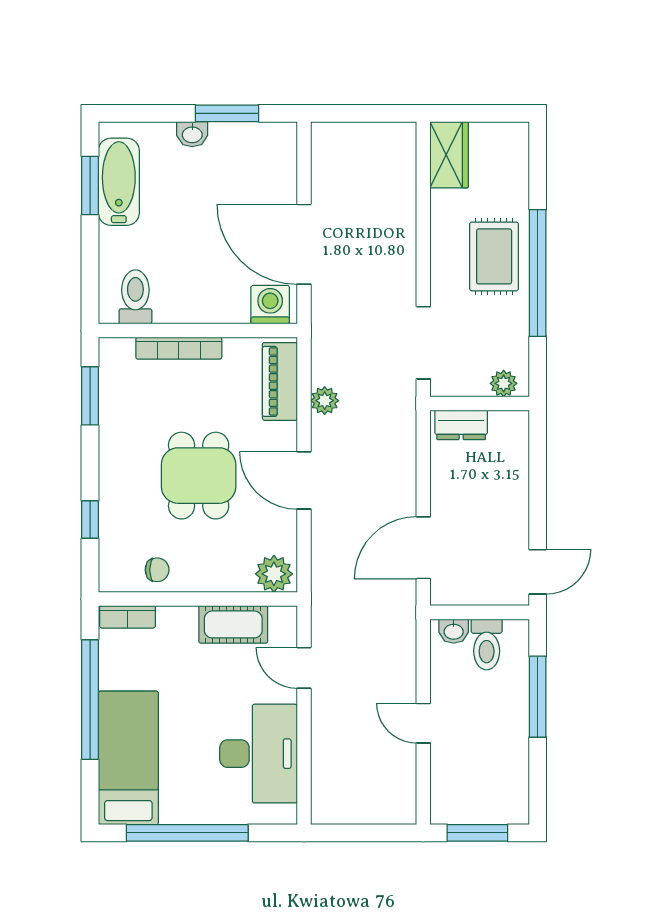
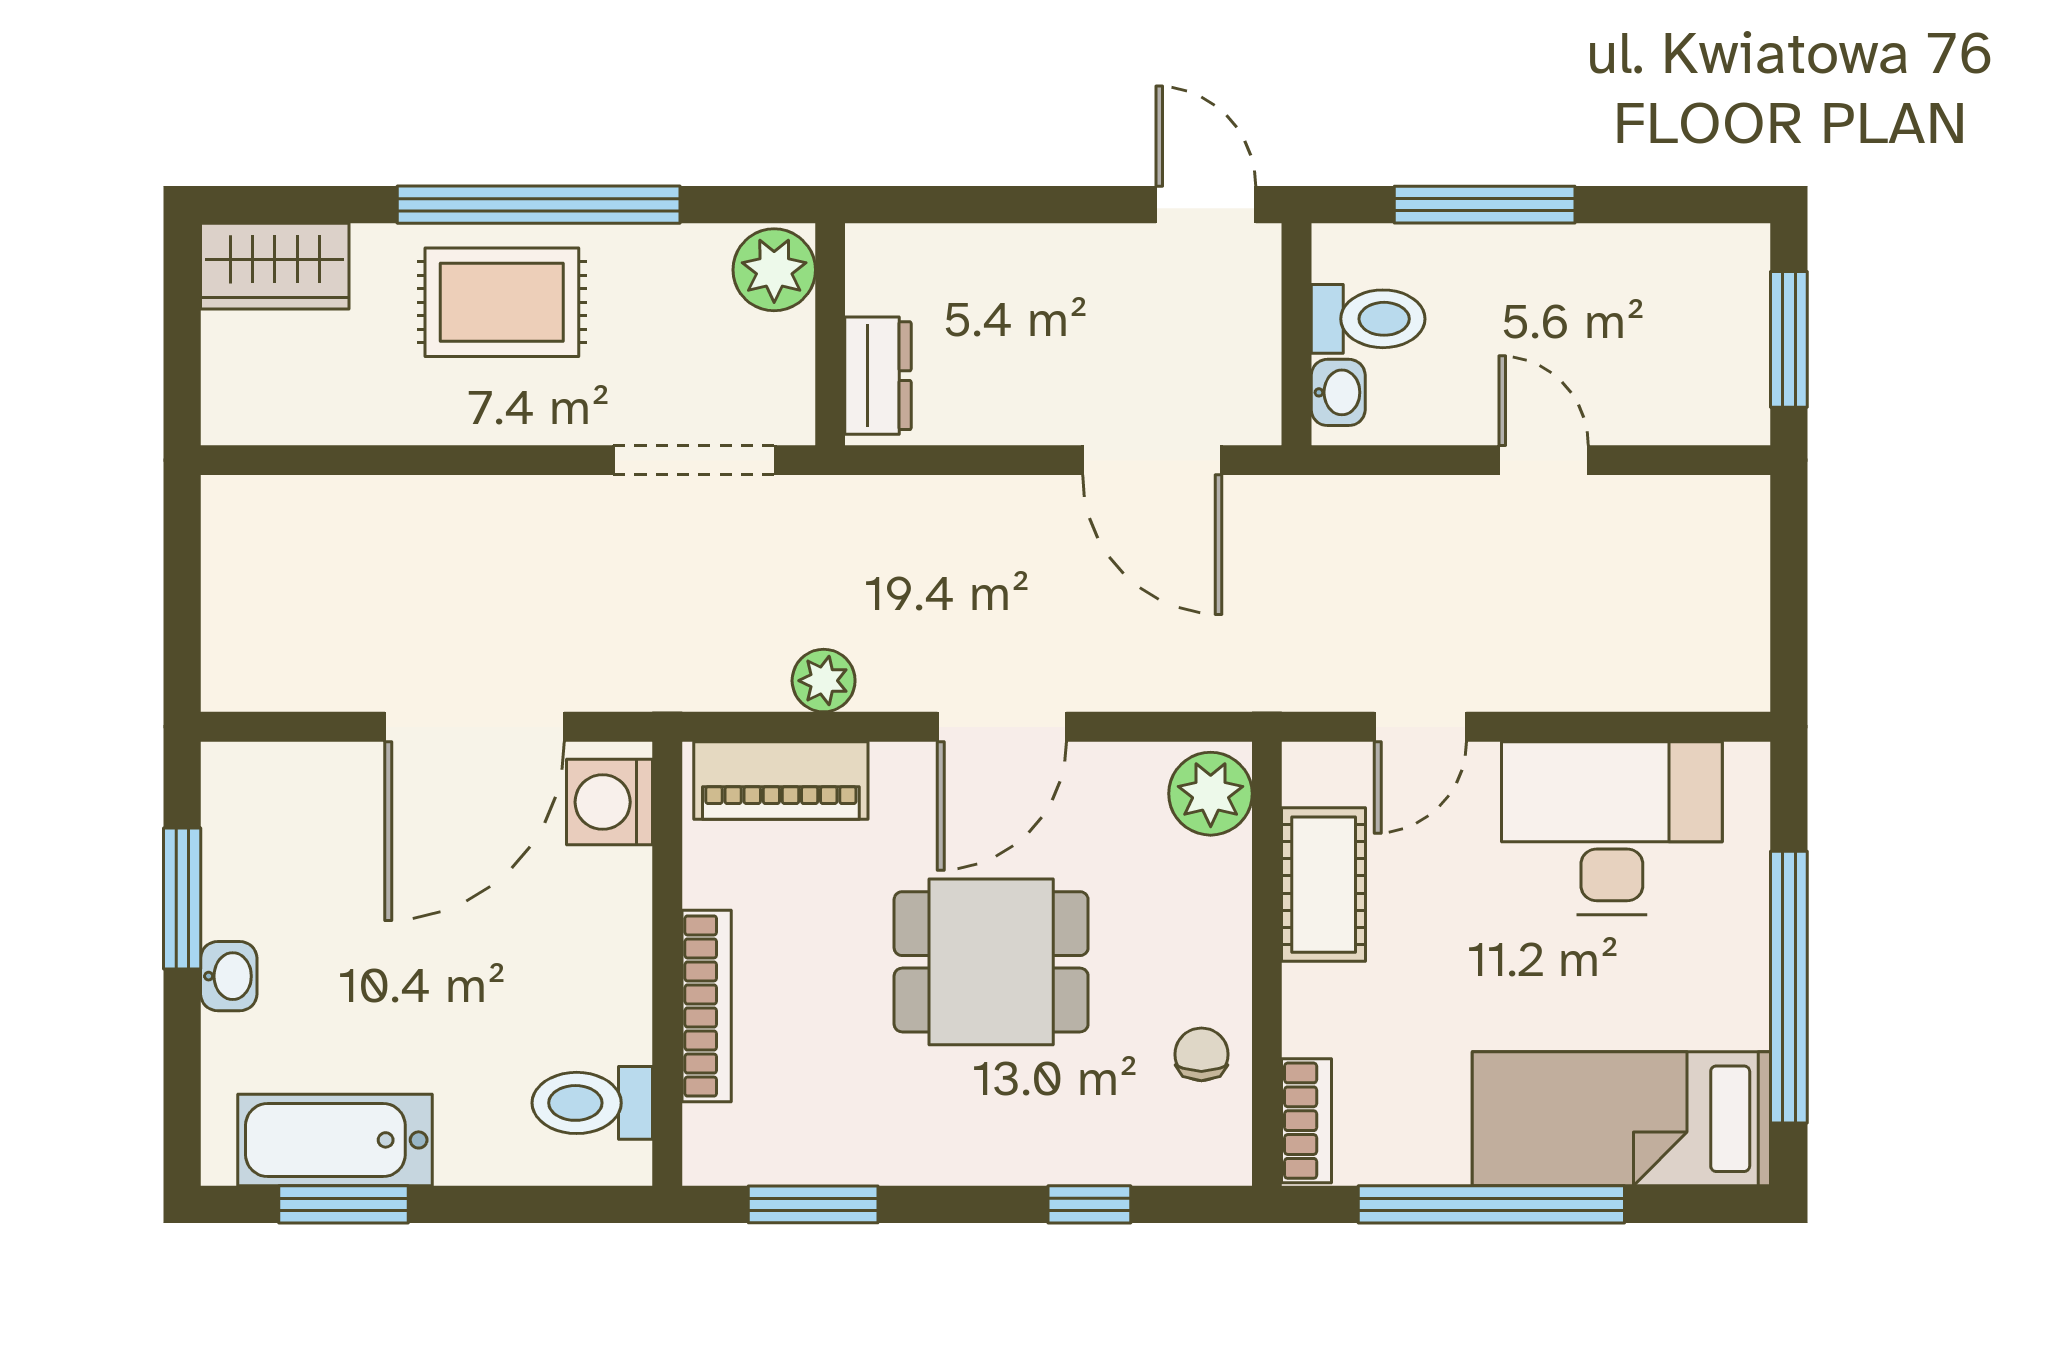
wardrobe: (449, 155) -> (275, 266), moved, turned 180
plant: (504, 383) -> (774, 270), width x1.38, depth x1.38
door: (423, 723) -> (1544, 460), swing flipped

